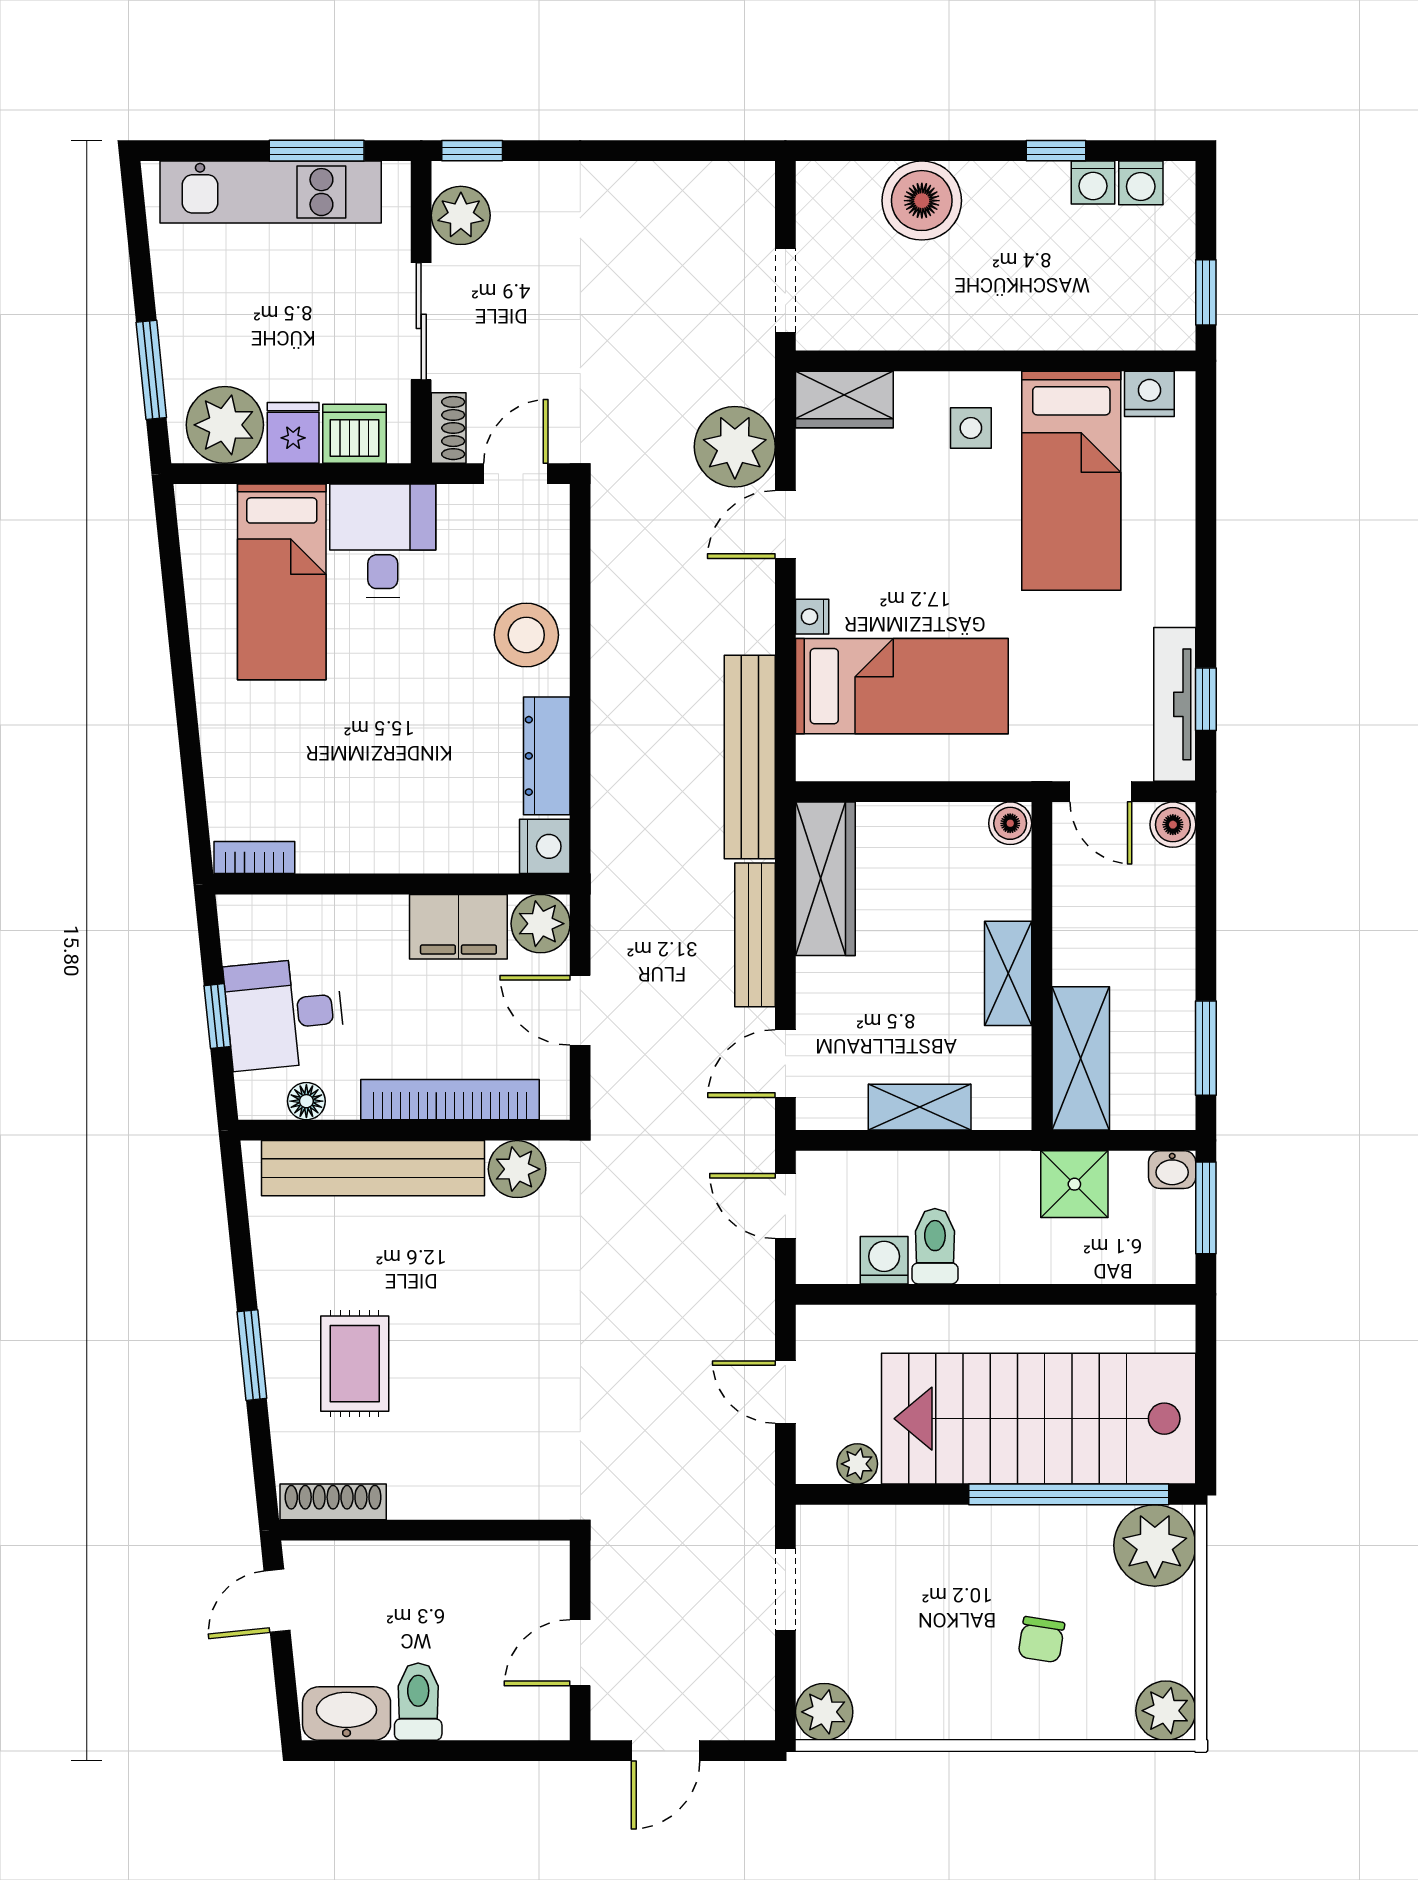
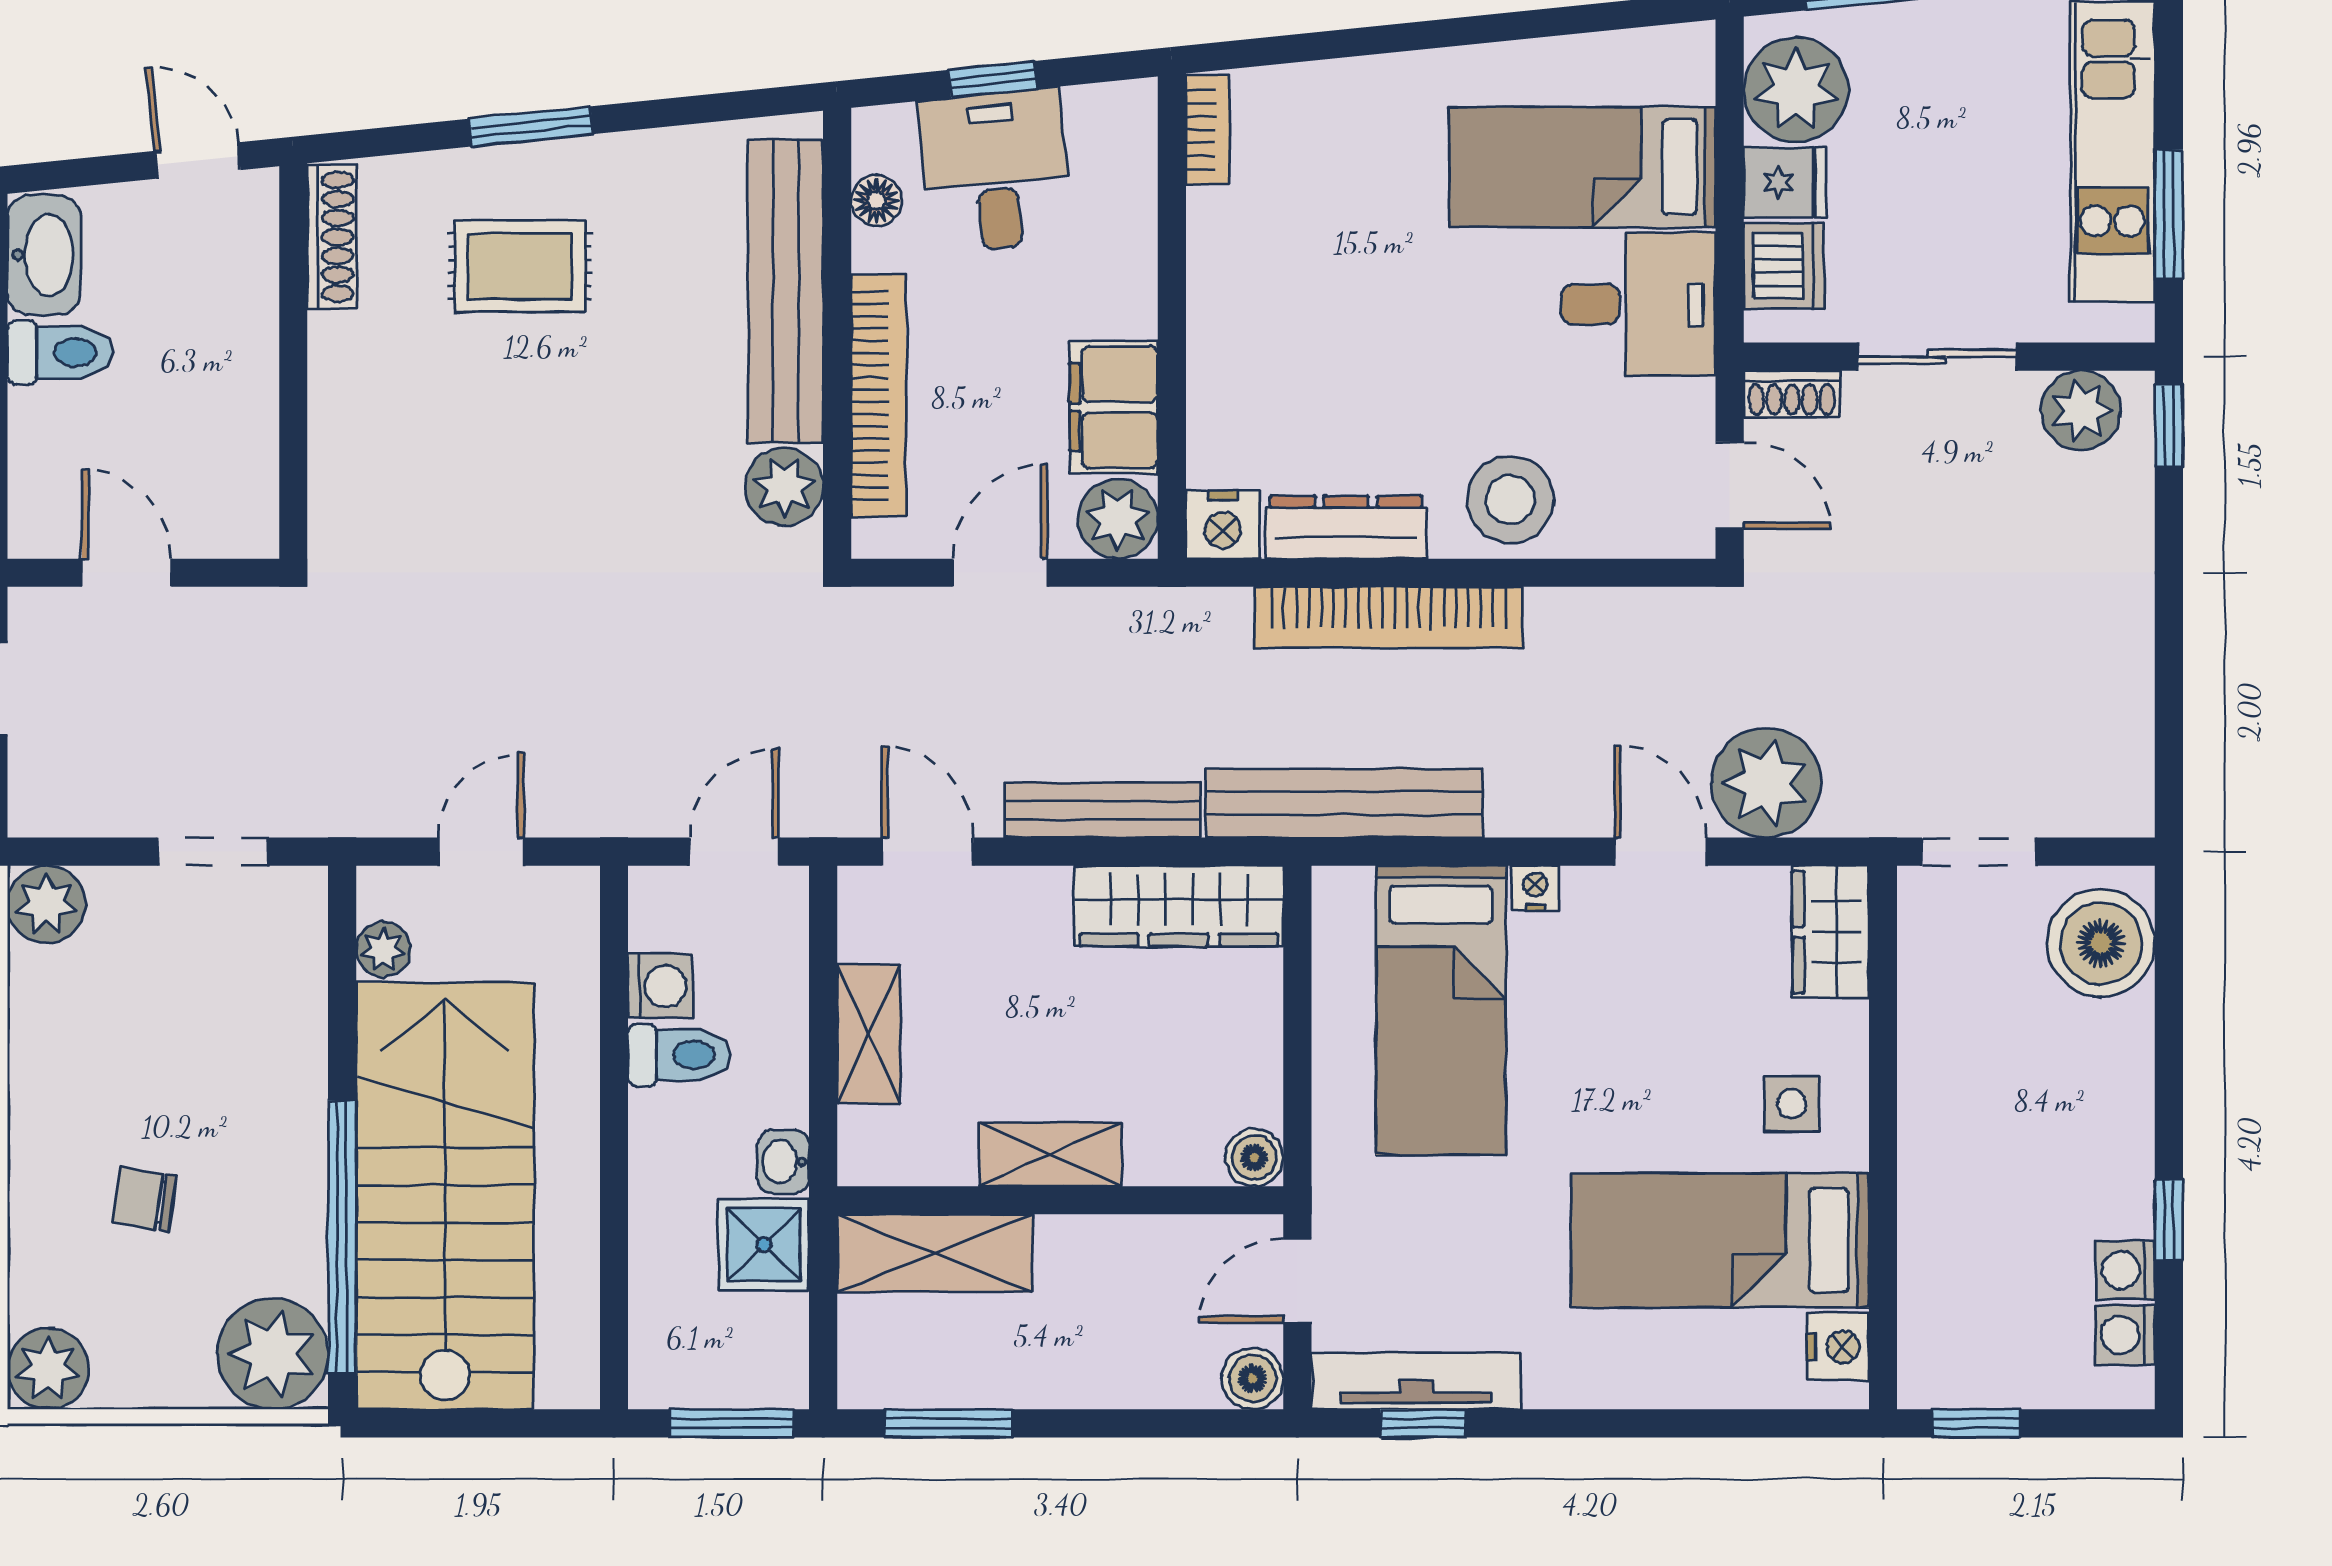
boiler: (922, 201) -> (2101, 943), moved
bookcase: (613, 725) -> (1389, 617), added
washbasin: (1172, 1170) -> (783, 1162), moved

